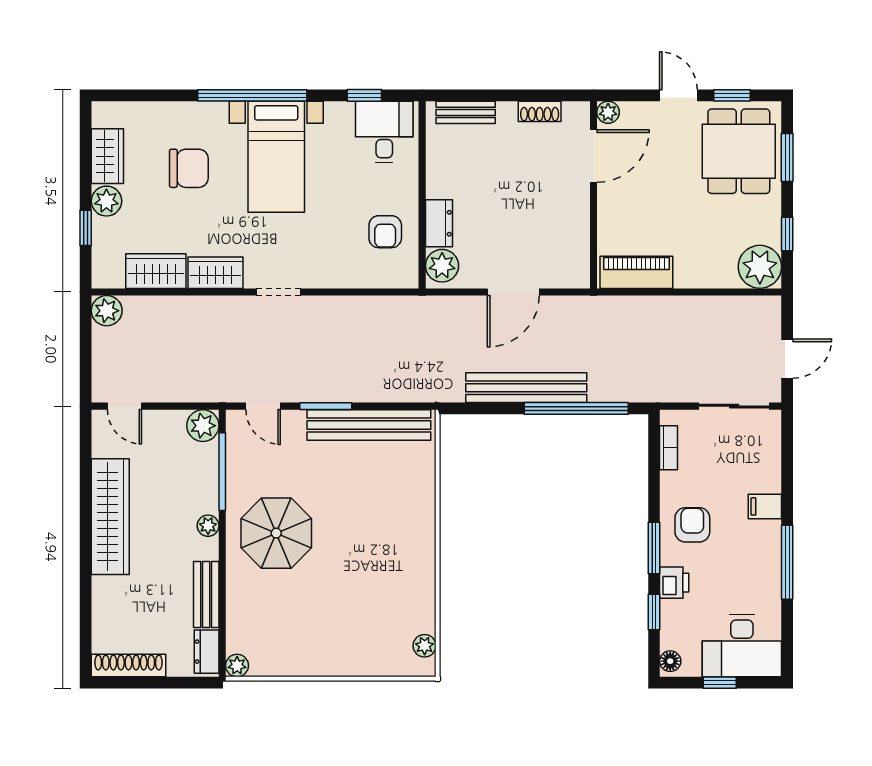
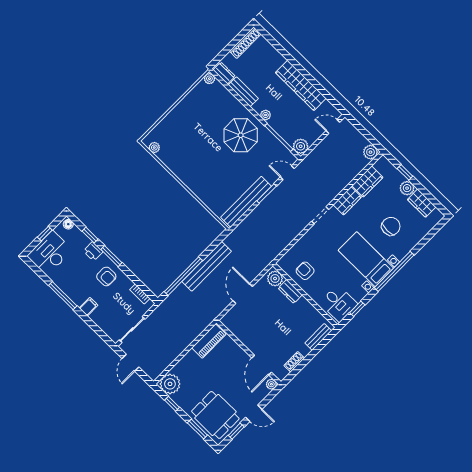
chair: (189, 168) -> (391, 226), turned 180

